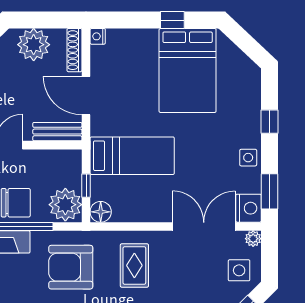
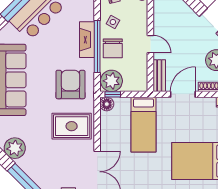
window: (86, 186) -> (113, 94), moved
rug: (134, 265) -> (72, 126), width x1.36, depth x1.43

